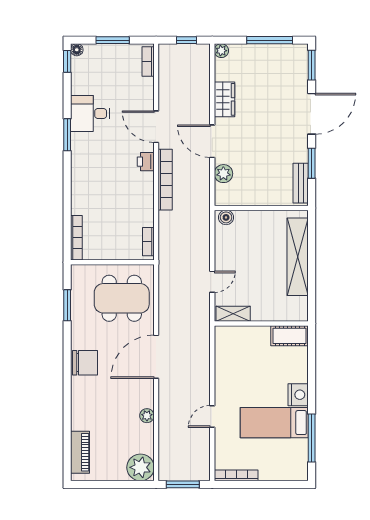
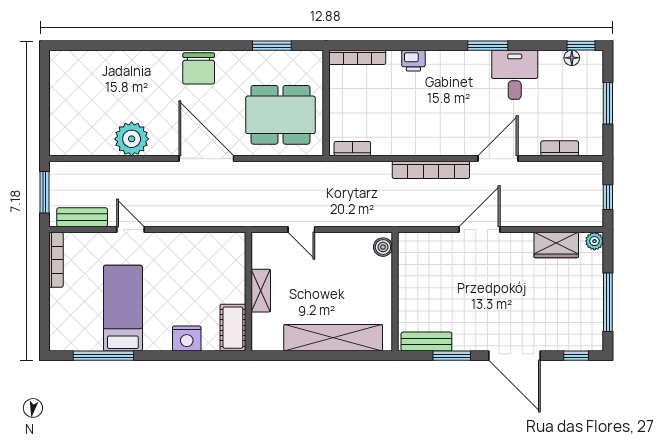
floor lamp: (77, 50) -> (572, 58), moved
bookcase: (148, 62) -> (560, 148), moved
window: (312, 65) -> (576, 356), width x0.67
wardrobe: (224, 99) -> (556, 245), moved
printer: (146, 162) -> (413, 61), moved, turned 180
plant: (223, 174) -> (439, 244), removed
dining table: (122, 298) -> (280, 115), turned 90
shelving: (233, 314) -> (261, 291), moved
nightstand: (298, 395) -> (187, 339), moved
plant: (147, 416) -> (132, 139), width x1.87, depth x1.87
piano: (80, 452) -> (85, 62), removed
bench: (203, 455) -> (82, 217), added
plant: (141, 467) -> (66, 139), removed

